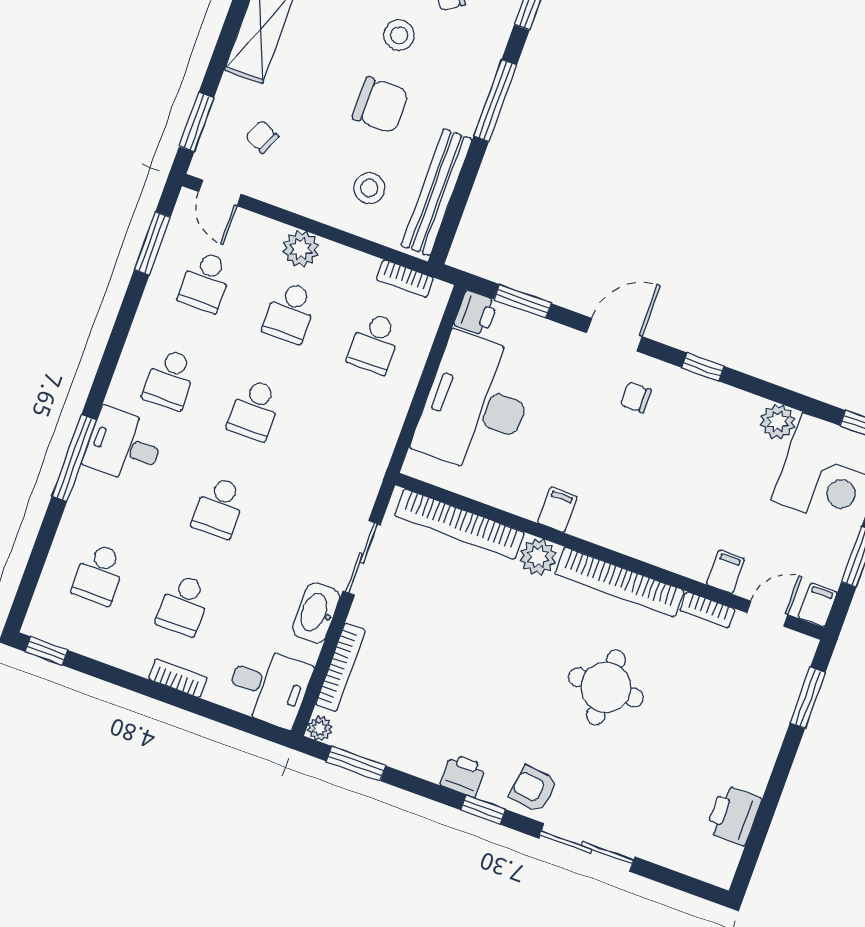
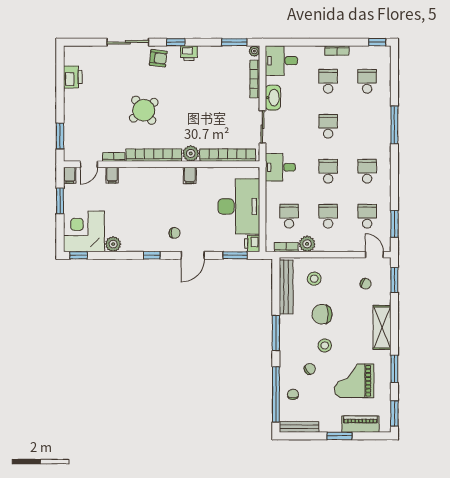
plant: (301, 249) -> (307, 244), moved
desk: (124, 446) -> (280, 167), moved, turned 180
bookcase: (178, 678) -> (337, 51), moved
round table: (606, 687) -> (144, 110), turned -38

